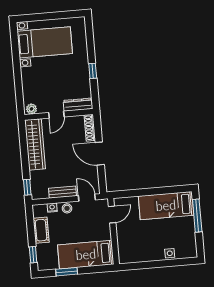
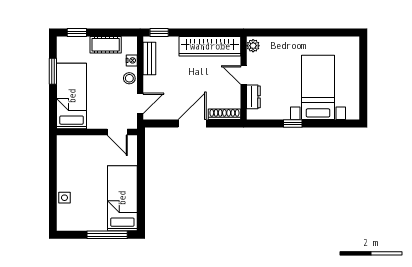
bed with nightstands: (45, 42) -> (318, 87), moved, turned 180
dresser: (78, 105) -> (253, 97), width x0.70
bench: (63, 192) -> (149, 58), moved

